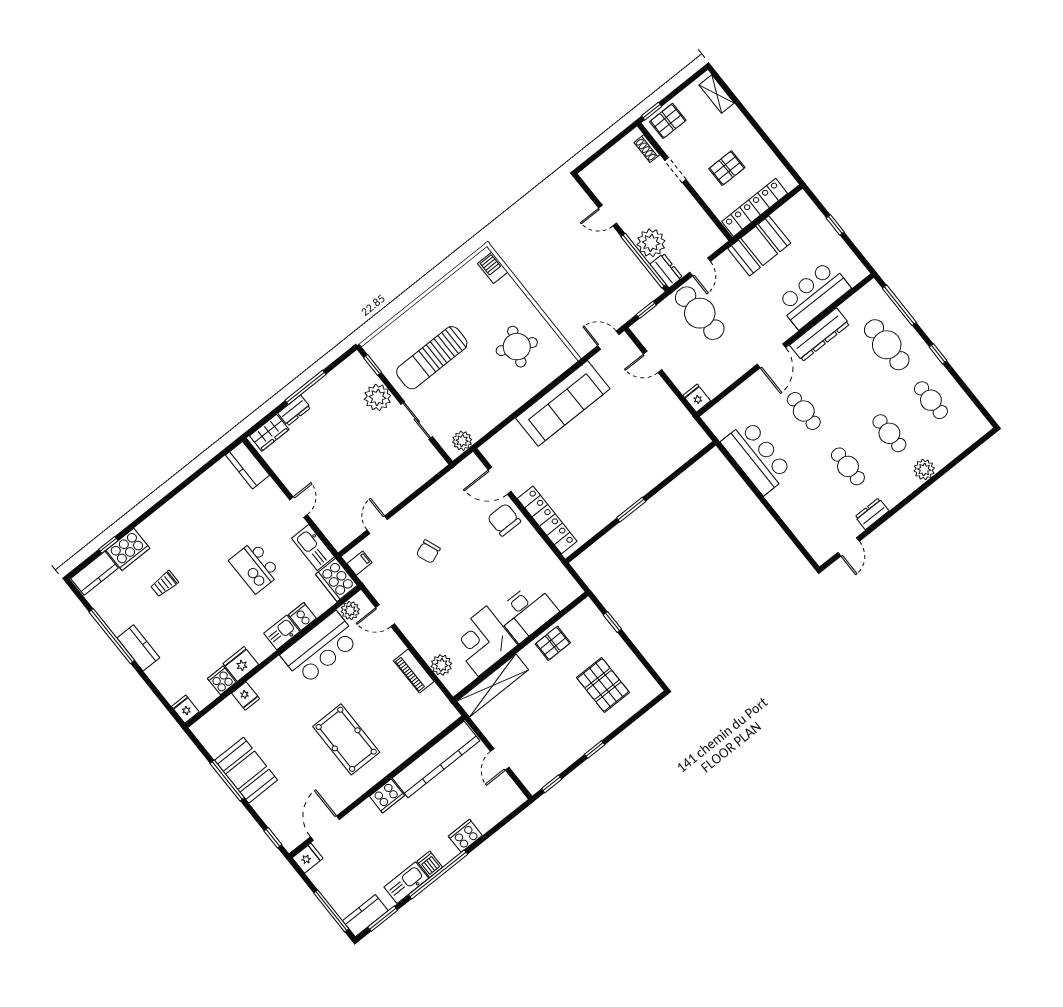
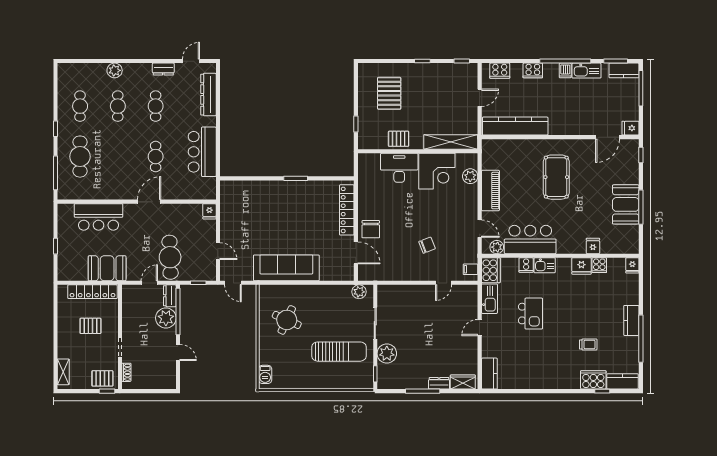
dresser: (820, 335) -> (208, 95), moved, turned -90
piano: (414, 671) -> (490, 191), width x1.37, depth x1.33
cooker: (387, 796) -> (500, 71), moved, turned 180

